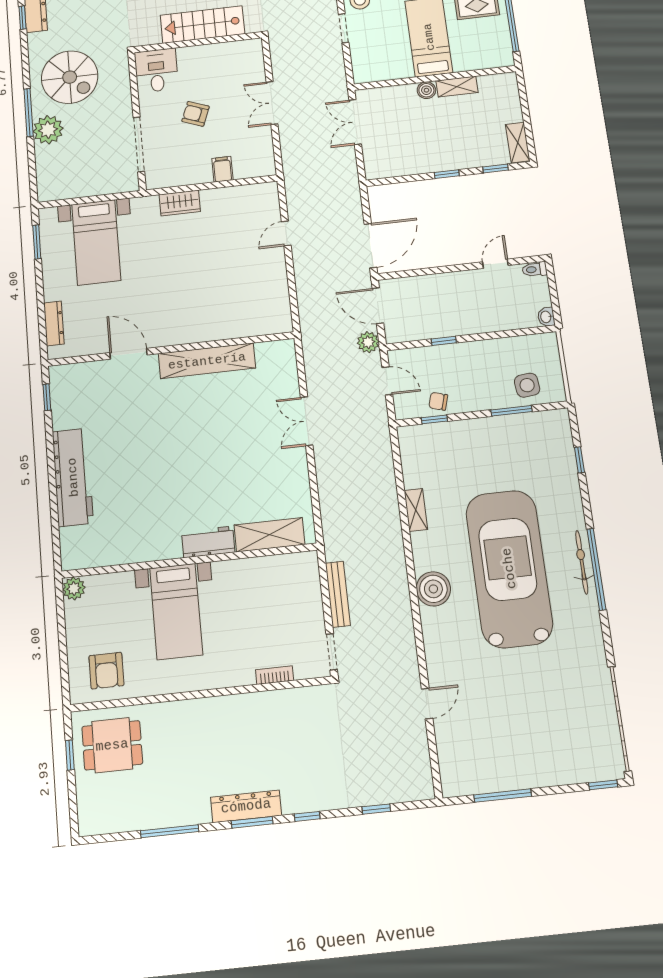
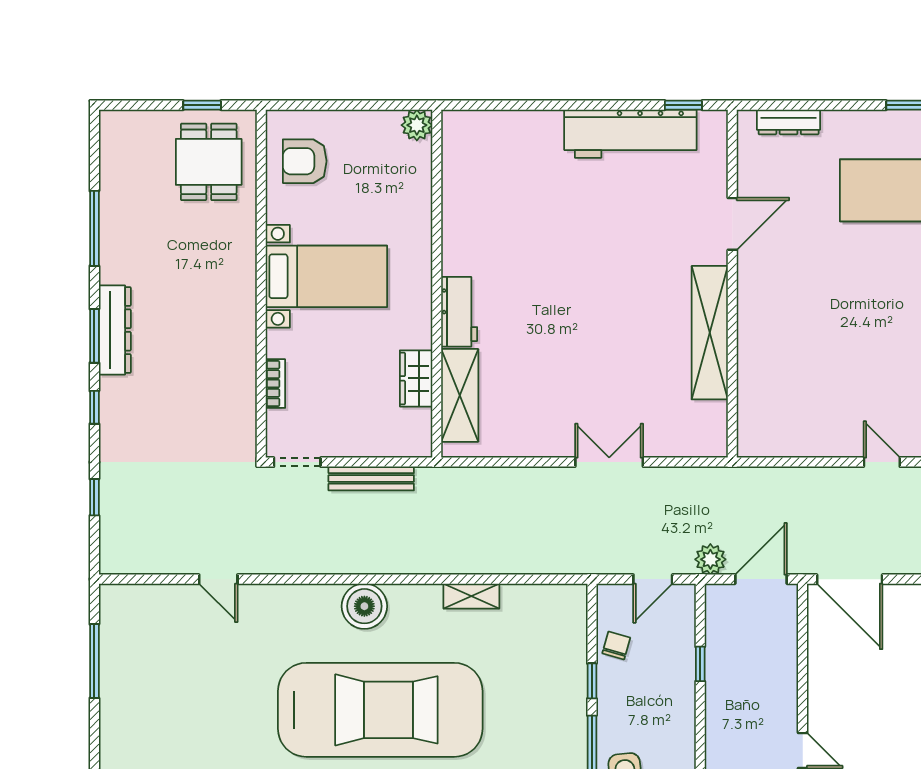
window: (434, 419) -> (592, 681), moved
workbench: (73, 477) -> (630, 134), moved
wardrobe: (260, 569) -> (416, 378), added
bed with nightstands: (176, 611) -> (326, 276), moved, turned 180

